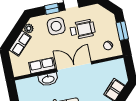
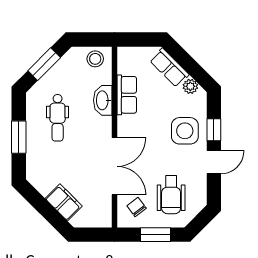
wheelchair: (82, 29) -> (171, 195), moved
double door: (74, 66) -> (115, 166), moved
stool: (24, 89) -> (95, 59), added

